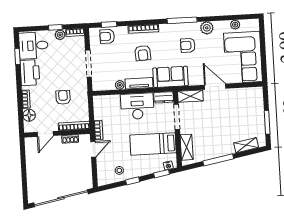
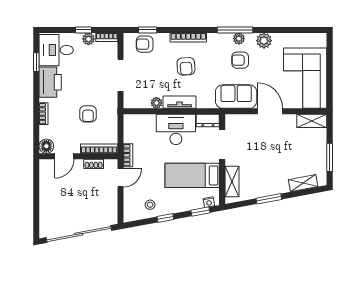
plant: (235, 25) -> (239, 39), moved
sofa: (171, 77) -> (236, 97), moved
shelving: (190, 96) -> (312, 121), moved
armchair: (63, 97) -> (88, 114), turned 180
floor lamp: (29, 115) -> (46, 146), moved
window: (218, 160) -> (269, 199), width x0.69

